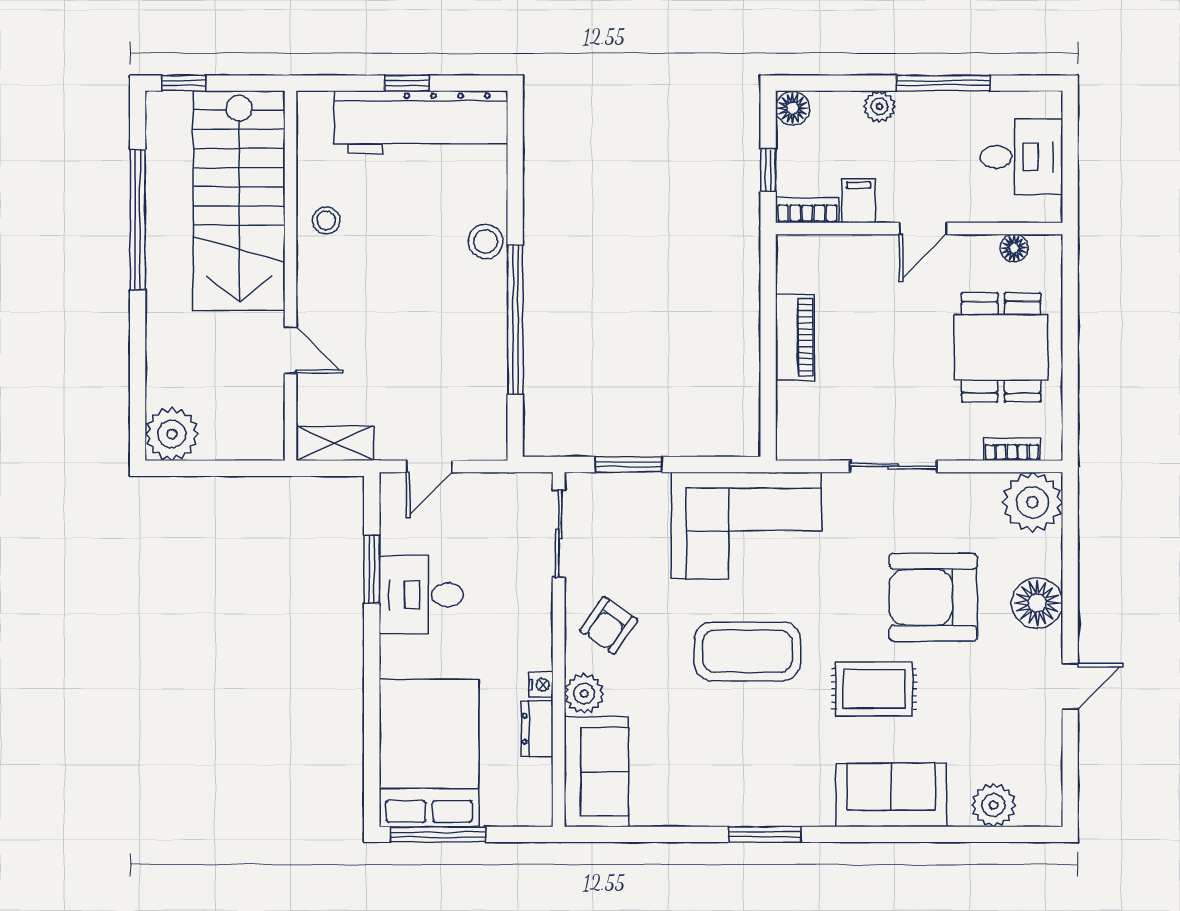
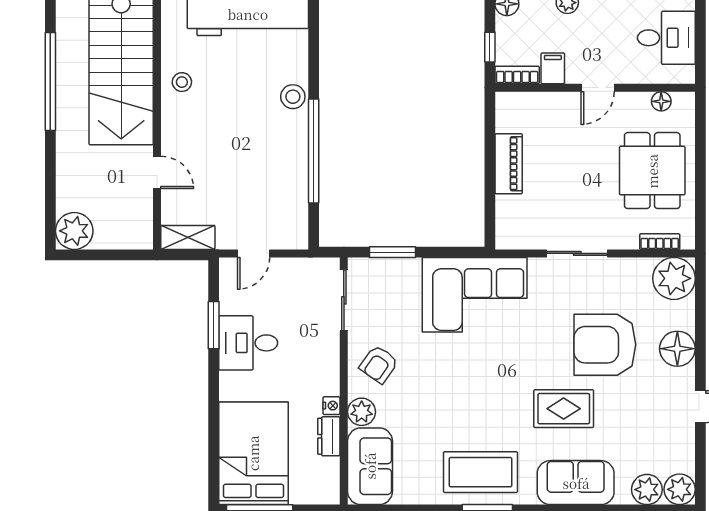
coffee table: (747, 651) -> (480, 472), moved
plant: (1040, 805) -> (680, 489), added

